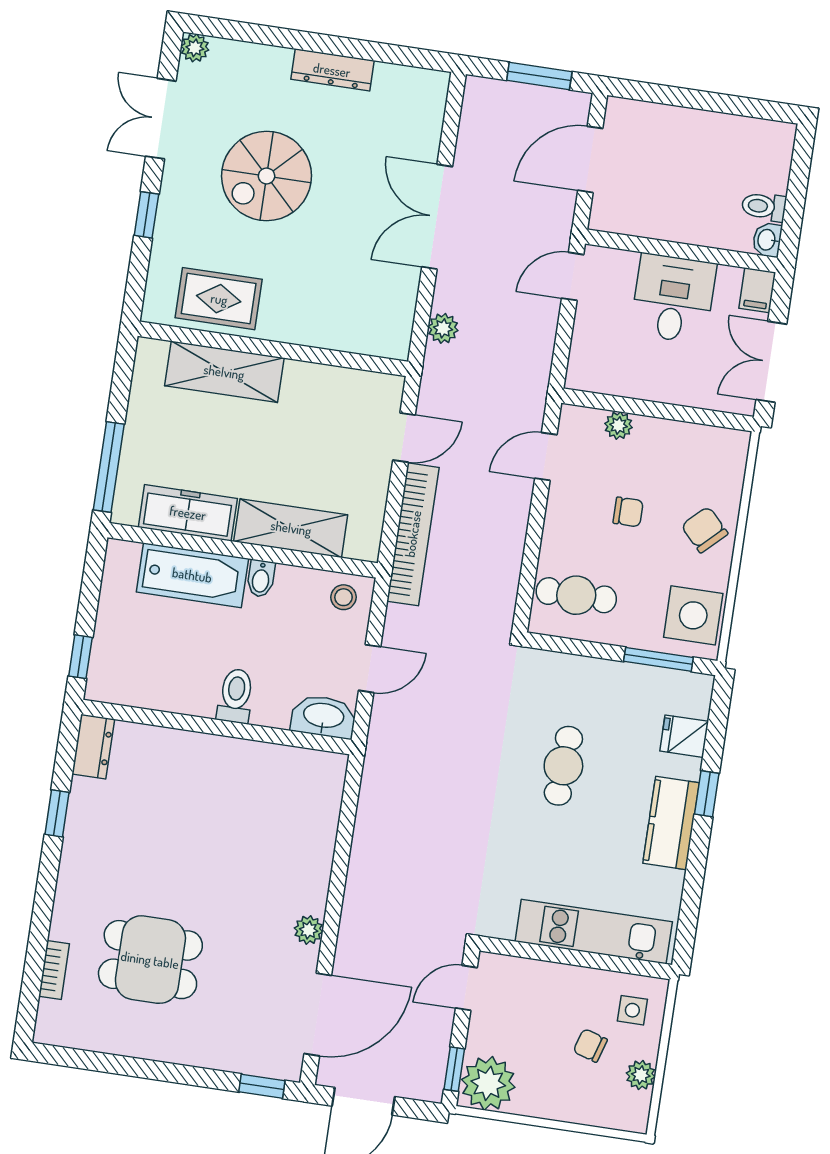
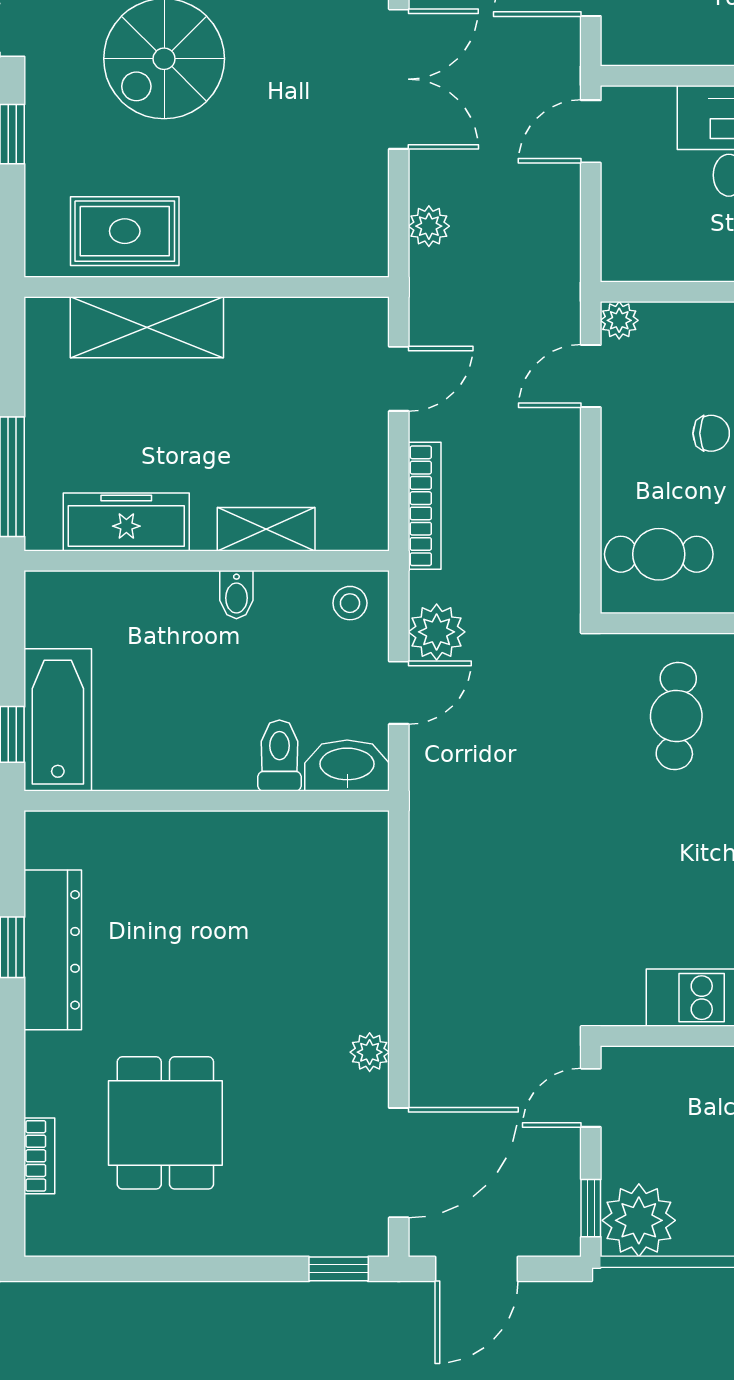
double door: (437, 217) -> (399, 79), swing flipped
plant: (618, 425) -> (619, 320), moved
shelving: (291, 528) -> (266, 529), width x0.67, depth x0.75
bookcase: (413, 534) -> (425, 506), width x0.68, depth x0.76
bathtub: (192, 575) -> (58, 720), moved, turned -90
plant: (404, 628) -> (437, 632), added
toilet: (236, 696) -> (279, 756), moved
dresser: (93, 747) -> (53, 950), moved, width x1.96, depth x1.24
cafe table: (563, 766) -> (676, 716), moved
dining table: (150, 960) -> (165, 1123), turned 90

